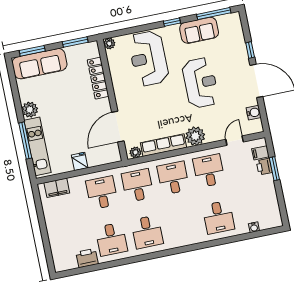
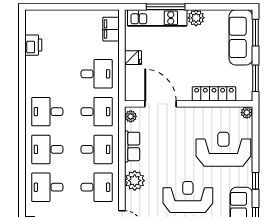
reception desk: (200, 83) -> (188, 197), turned 180
row of seats: (164, 145) -> (132, 146), width x0.68
desk: (111, 239) -> (47, 149), moved

